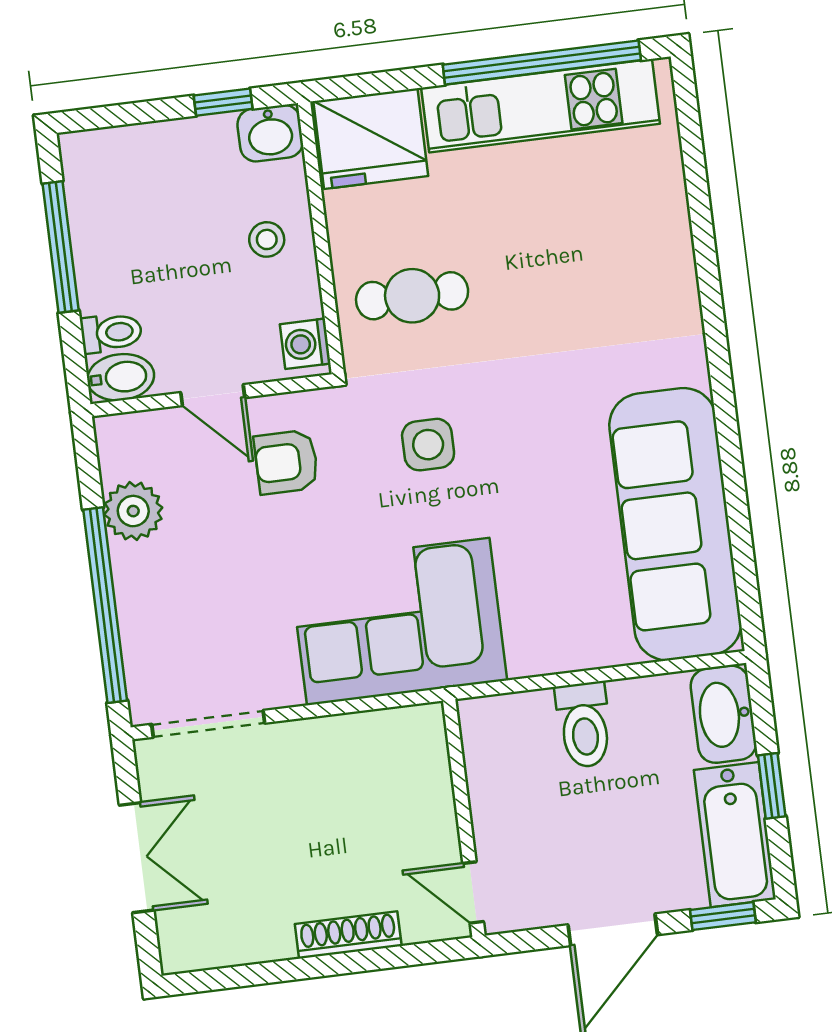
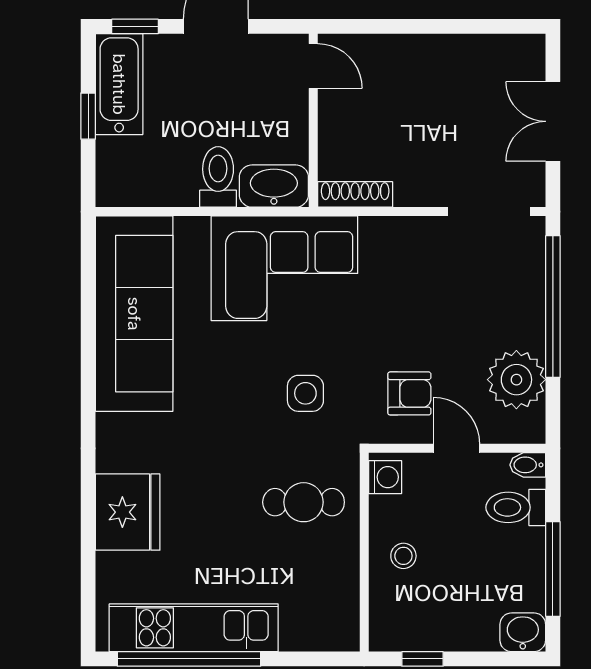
washbasin: (270, 133) -> (523, 632), moved
fridge: (371, 139) -> (128, 512), moved, turned 90
toilet: (111, 333) -> (516, 507), width x1.37, depth x1.39
bidet: (121, 377) -> (528, 465), width x0.72, depth x0.74
plant: (133, 511) -> (516, 380), width x1.36, depth x1.36
corner sofa: (398, 622) -> (284, 268), moved
washbasin: (723, 714) -> (274, 186), moved, turned -90
shoe rack: (348, 935) -> (355, 194), moved, turned 180

